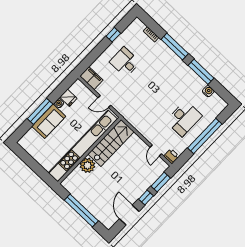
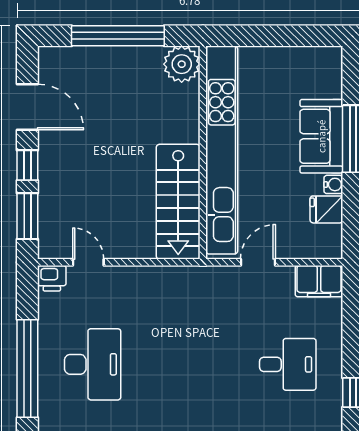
desk: (184, 118) -> (93, 364), turned 180
plant: (87, 165) -> (182, 64), moved

